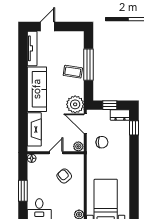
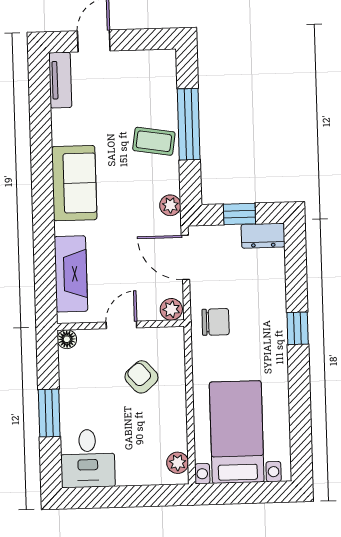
tv unit: (32, 48) -> (60, 80), width x0.71
sofa: (37, 89) -> (74, 183), width x0.73
plant: (75, 104) -> (170, 205), width x0.53, depth x0.53
window: (134, 128) -> (298, 328), moved
chair: (102, 142) -> (216, 322), moved

